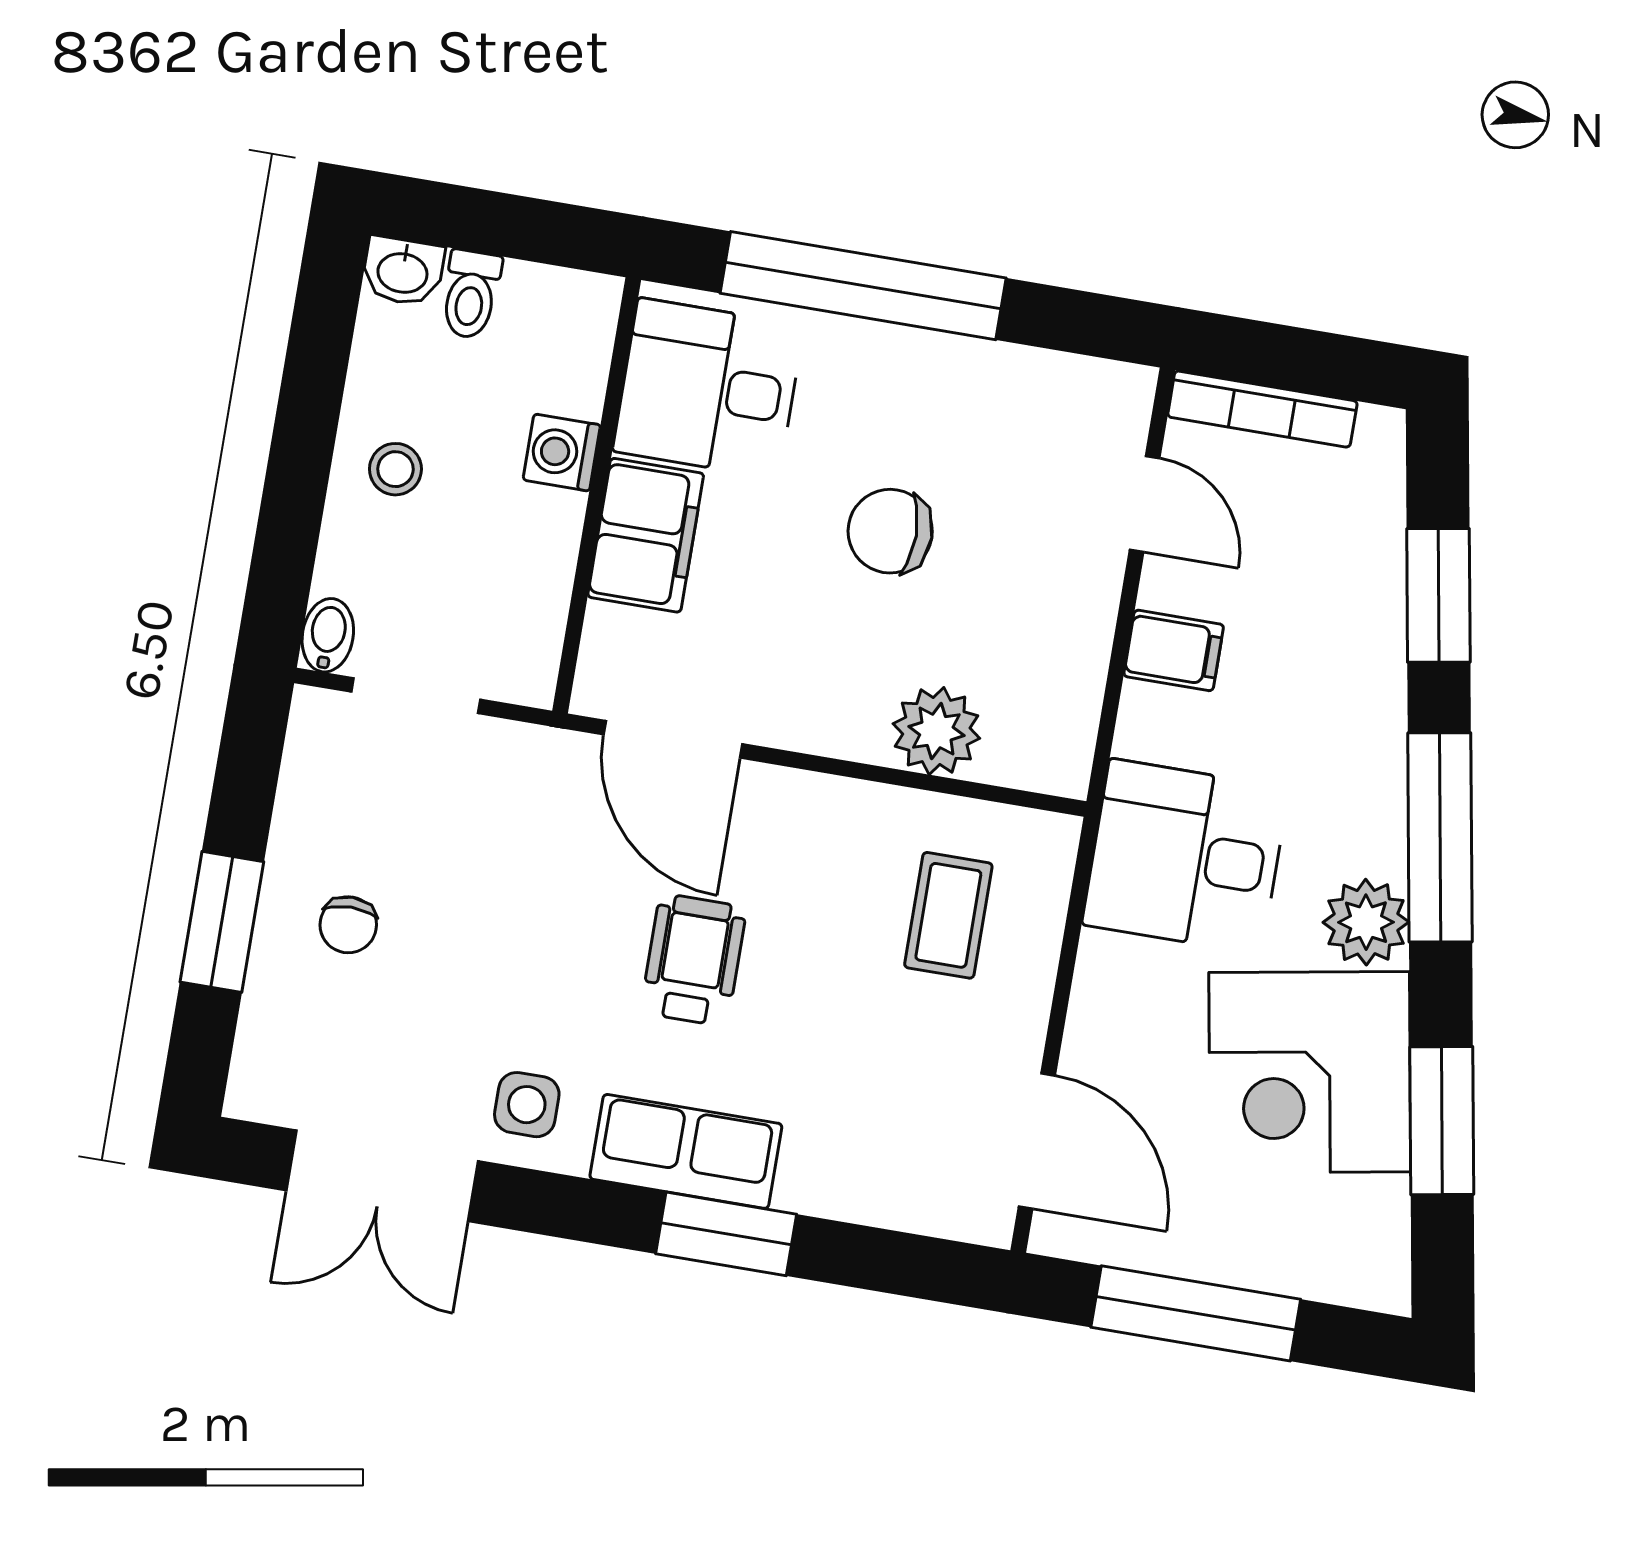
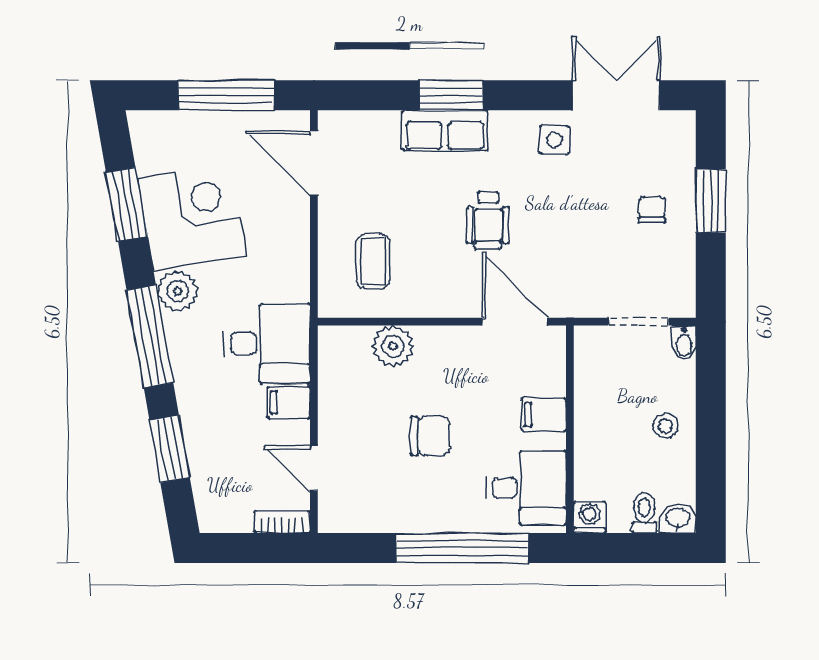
bookcase: (1262, 409) -> (282, 522), width x0.64
washing machine: (562, 452) -> (589, 517), moved, turned -90
filing cabinet: (646, 535) -> (544, 415), width x0.50
desk: (1186, 856) -> (267, 343), moved
row of seats: (686, 1151) -> (445, 131), moved

